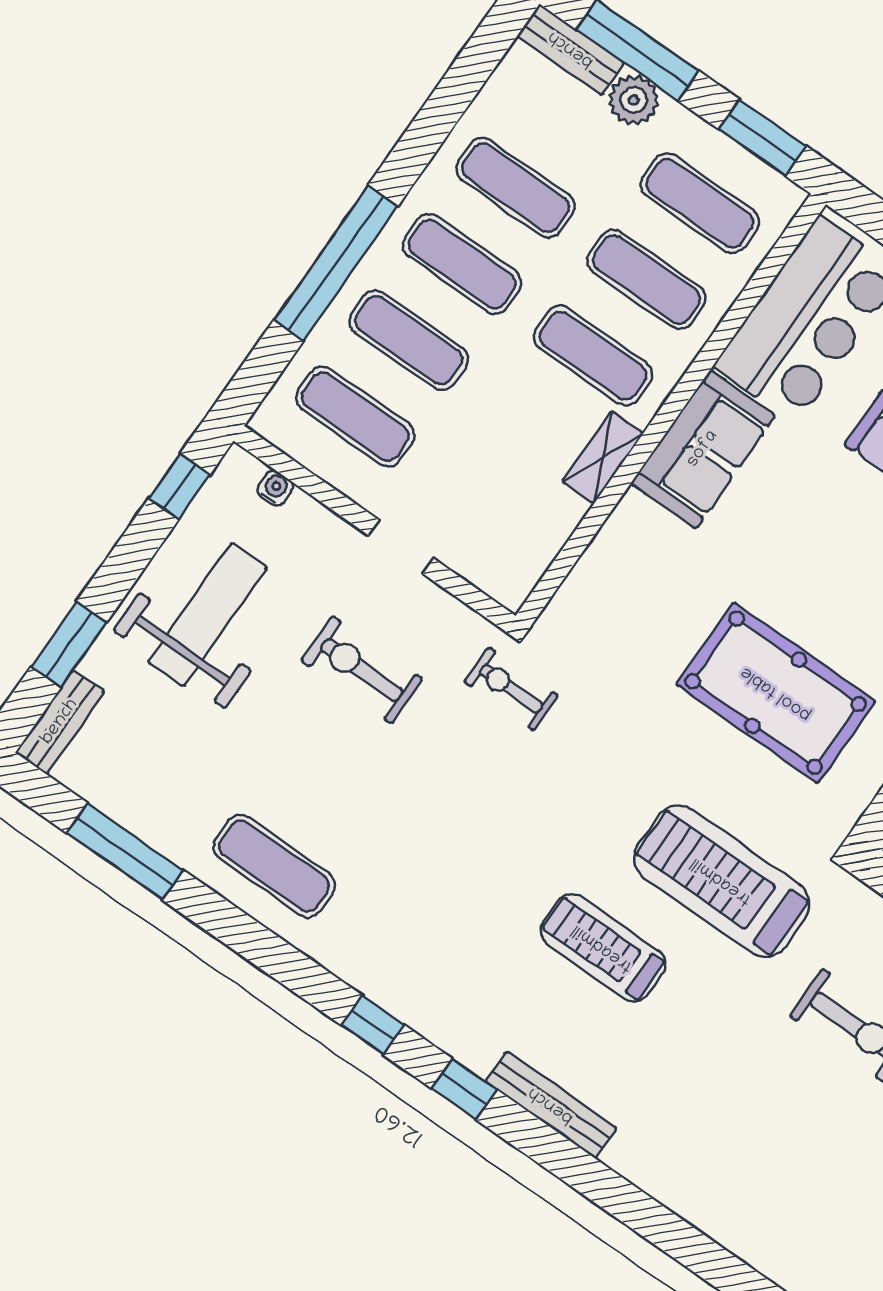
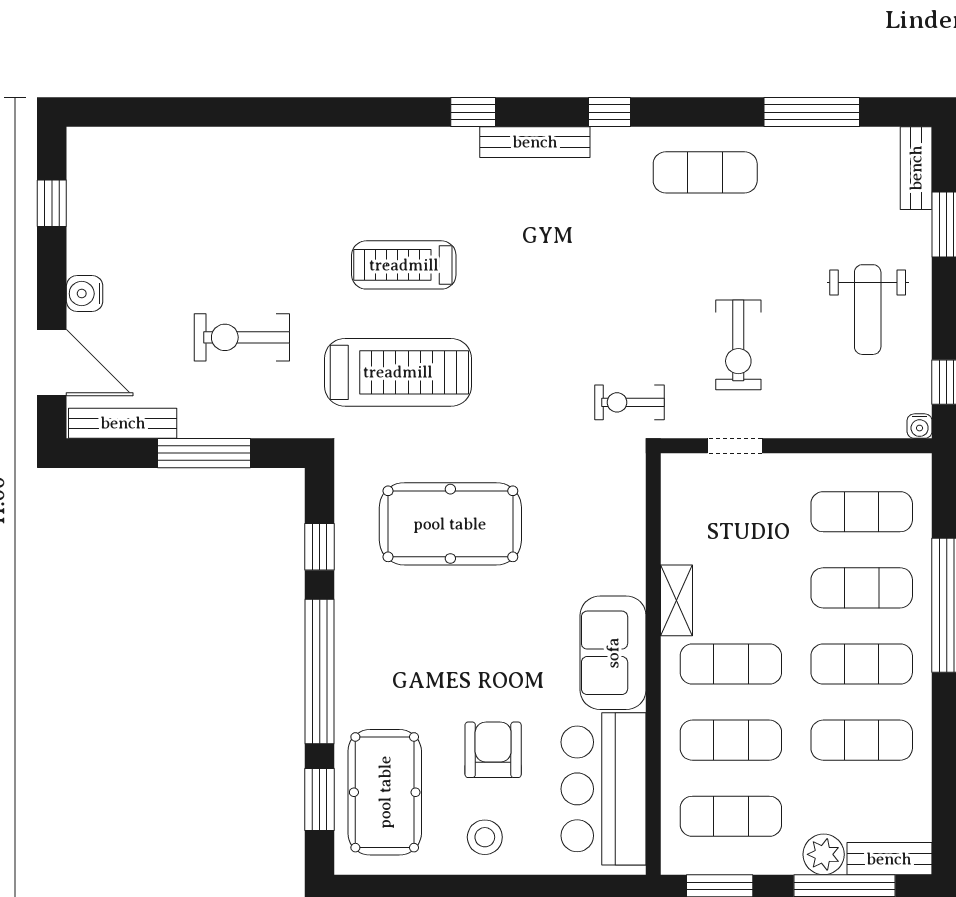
water cooler: (275, 488) -> (920, 426), moved
doorway: (401, 547) -> (735, 446), moved
weight bench: (208, 615) -> (868, 310), width x0.73, depth x0.75
exercise bike: (362, 670) -> (738, 345), turned 90
exercise bike: (511, 689) -> (629, 402), turned 180
treadmill: (603, 948) -> (404, 265), moved, turned 180
window: (373, 1025) -> (610, 112), moved
bench: (551, 1105) -> (535, 142), moved

